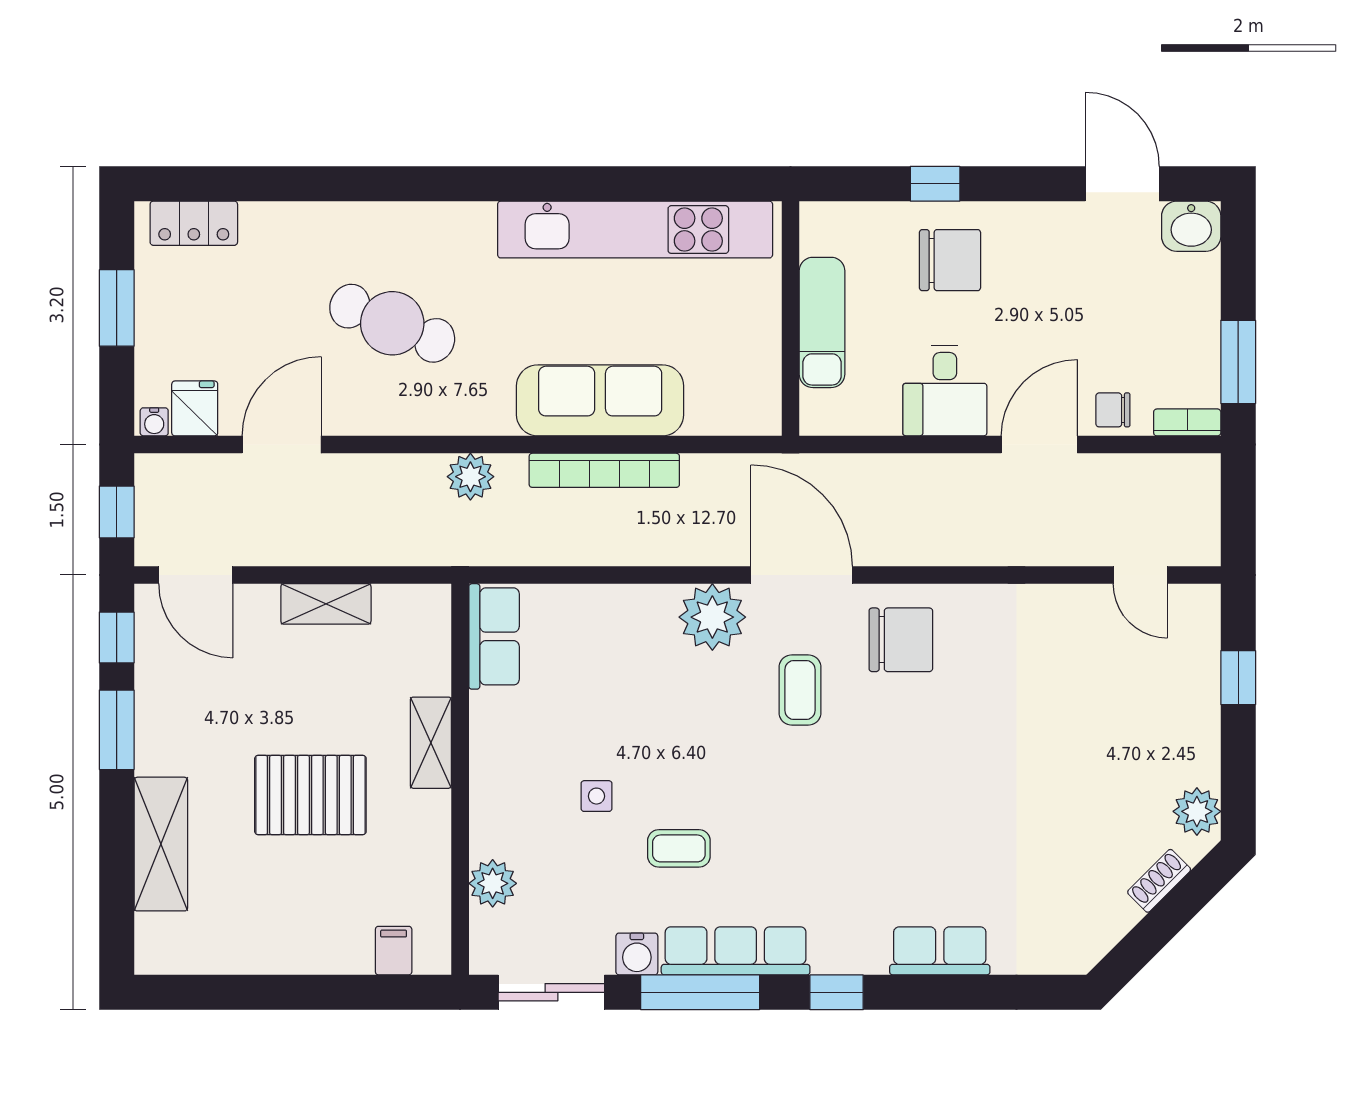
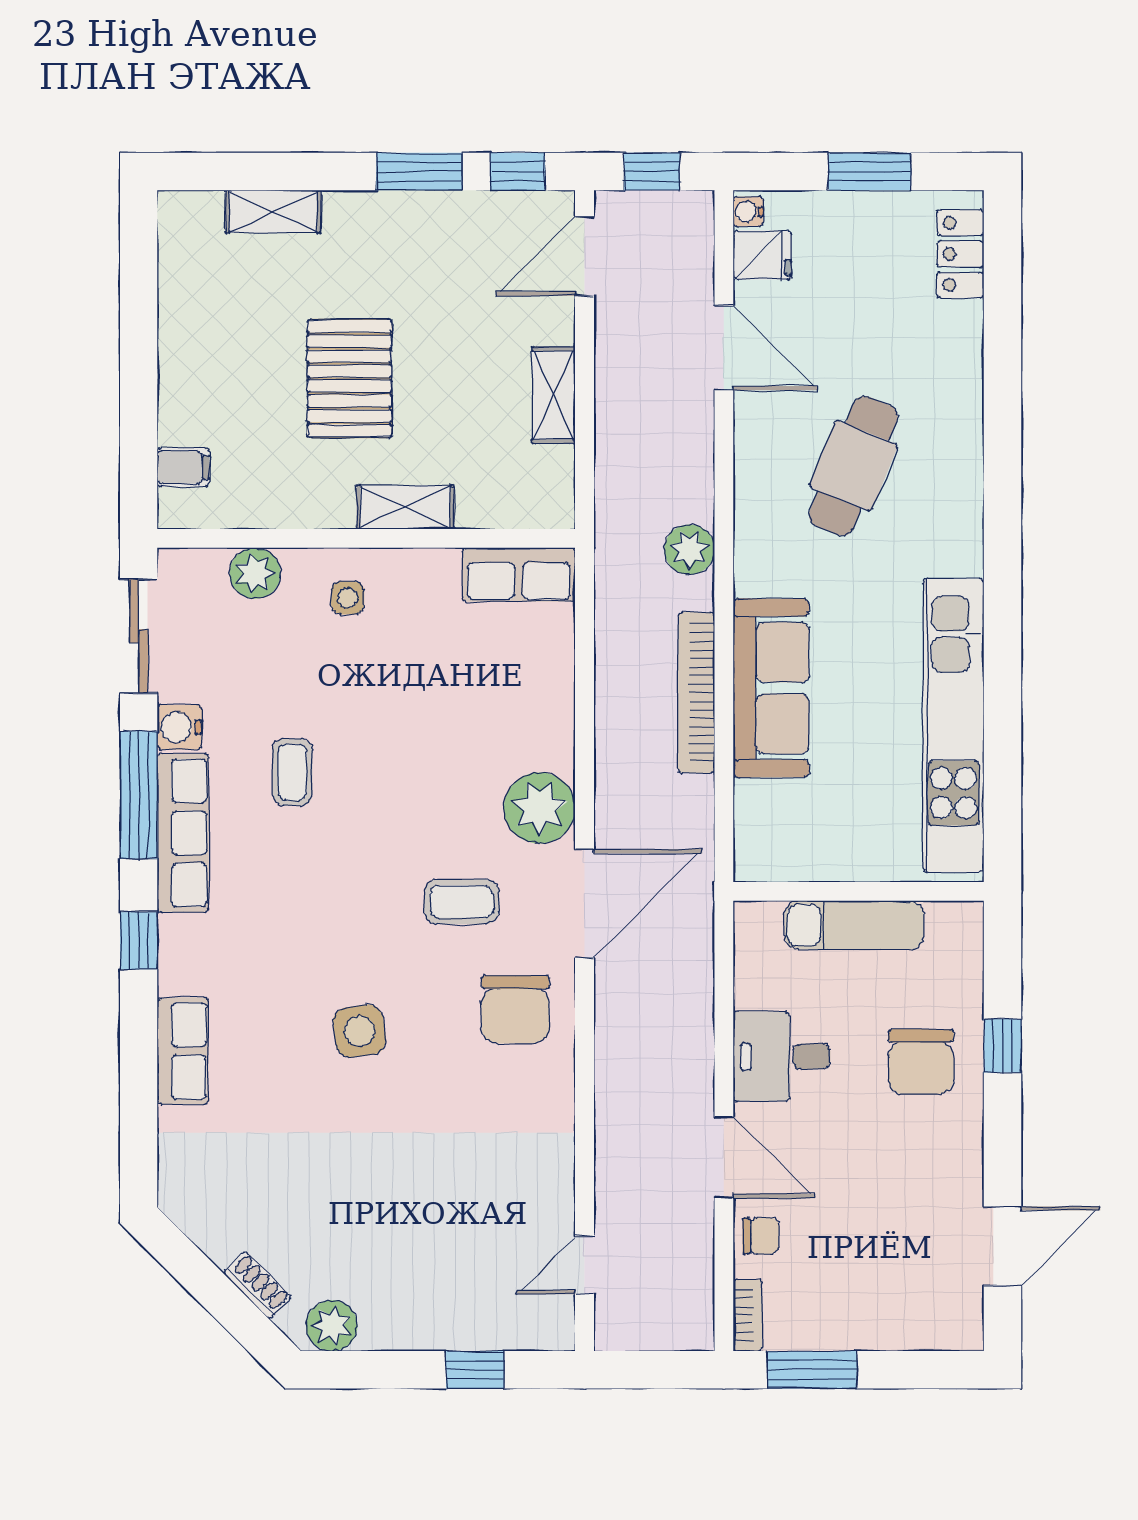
washbasin: (1191, 226) -> (957, 1320), removed
chair: (1113, 410) -> (761, 1236), turned 90
side table: (921, 786) -> (359, 1031), added
side table: (596, 796) -> (348, 598), moved
shelving: (161, 844) -> (273, 212), width x0.67, depth x0.75

